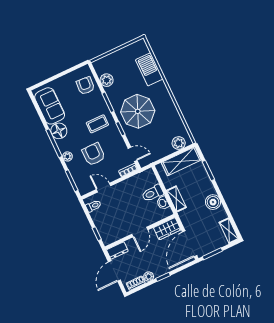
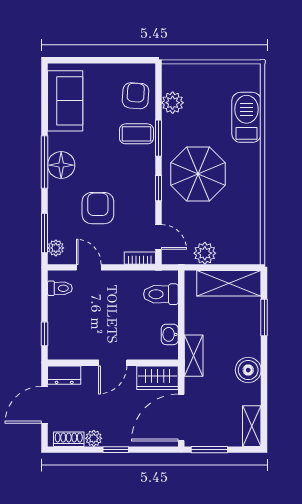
coffee table: (97, 124) -> (136, 134), moved
floor lamp: (59, 131) -> (61, 165), moved
plant: (179, 143) -> (205, 253), moved
plant: (67, 156) -> (56, 248), moved
toilet: (153, 193) -> (161, 294), moved
shelving: (176, 199) -> (194, 356), moved

